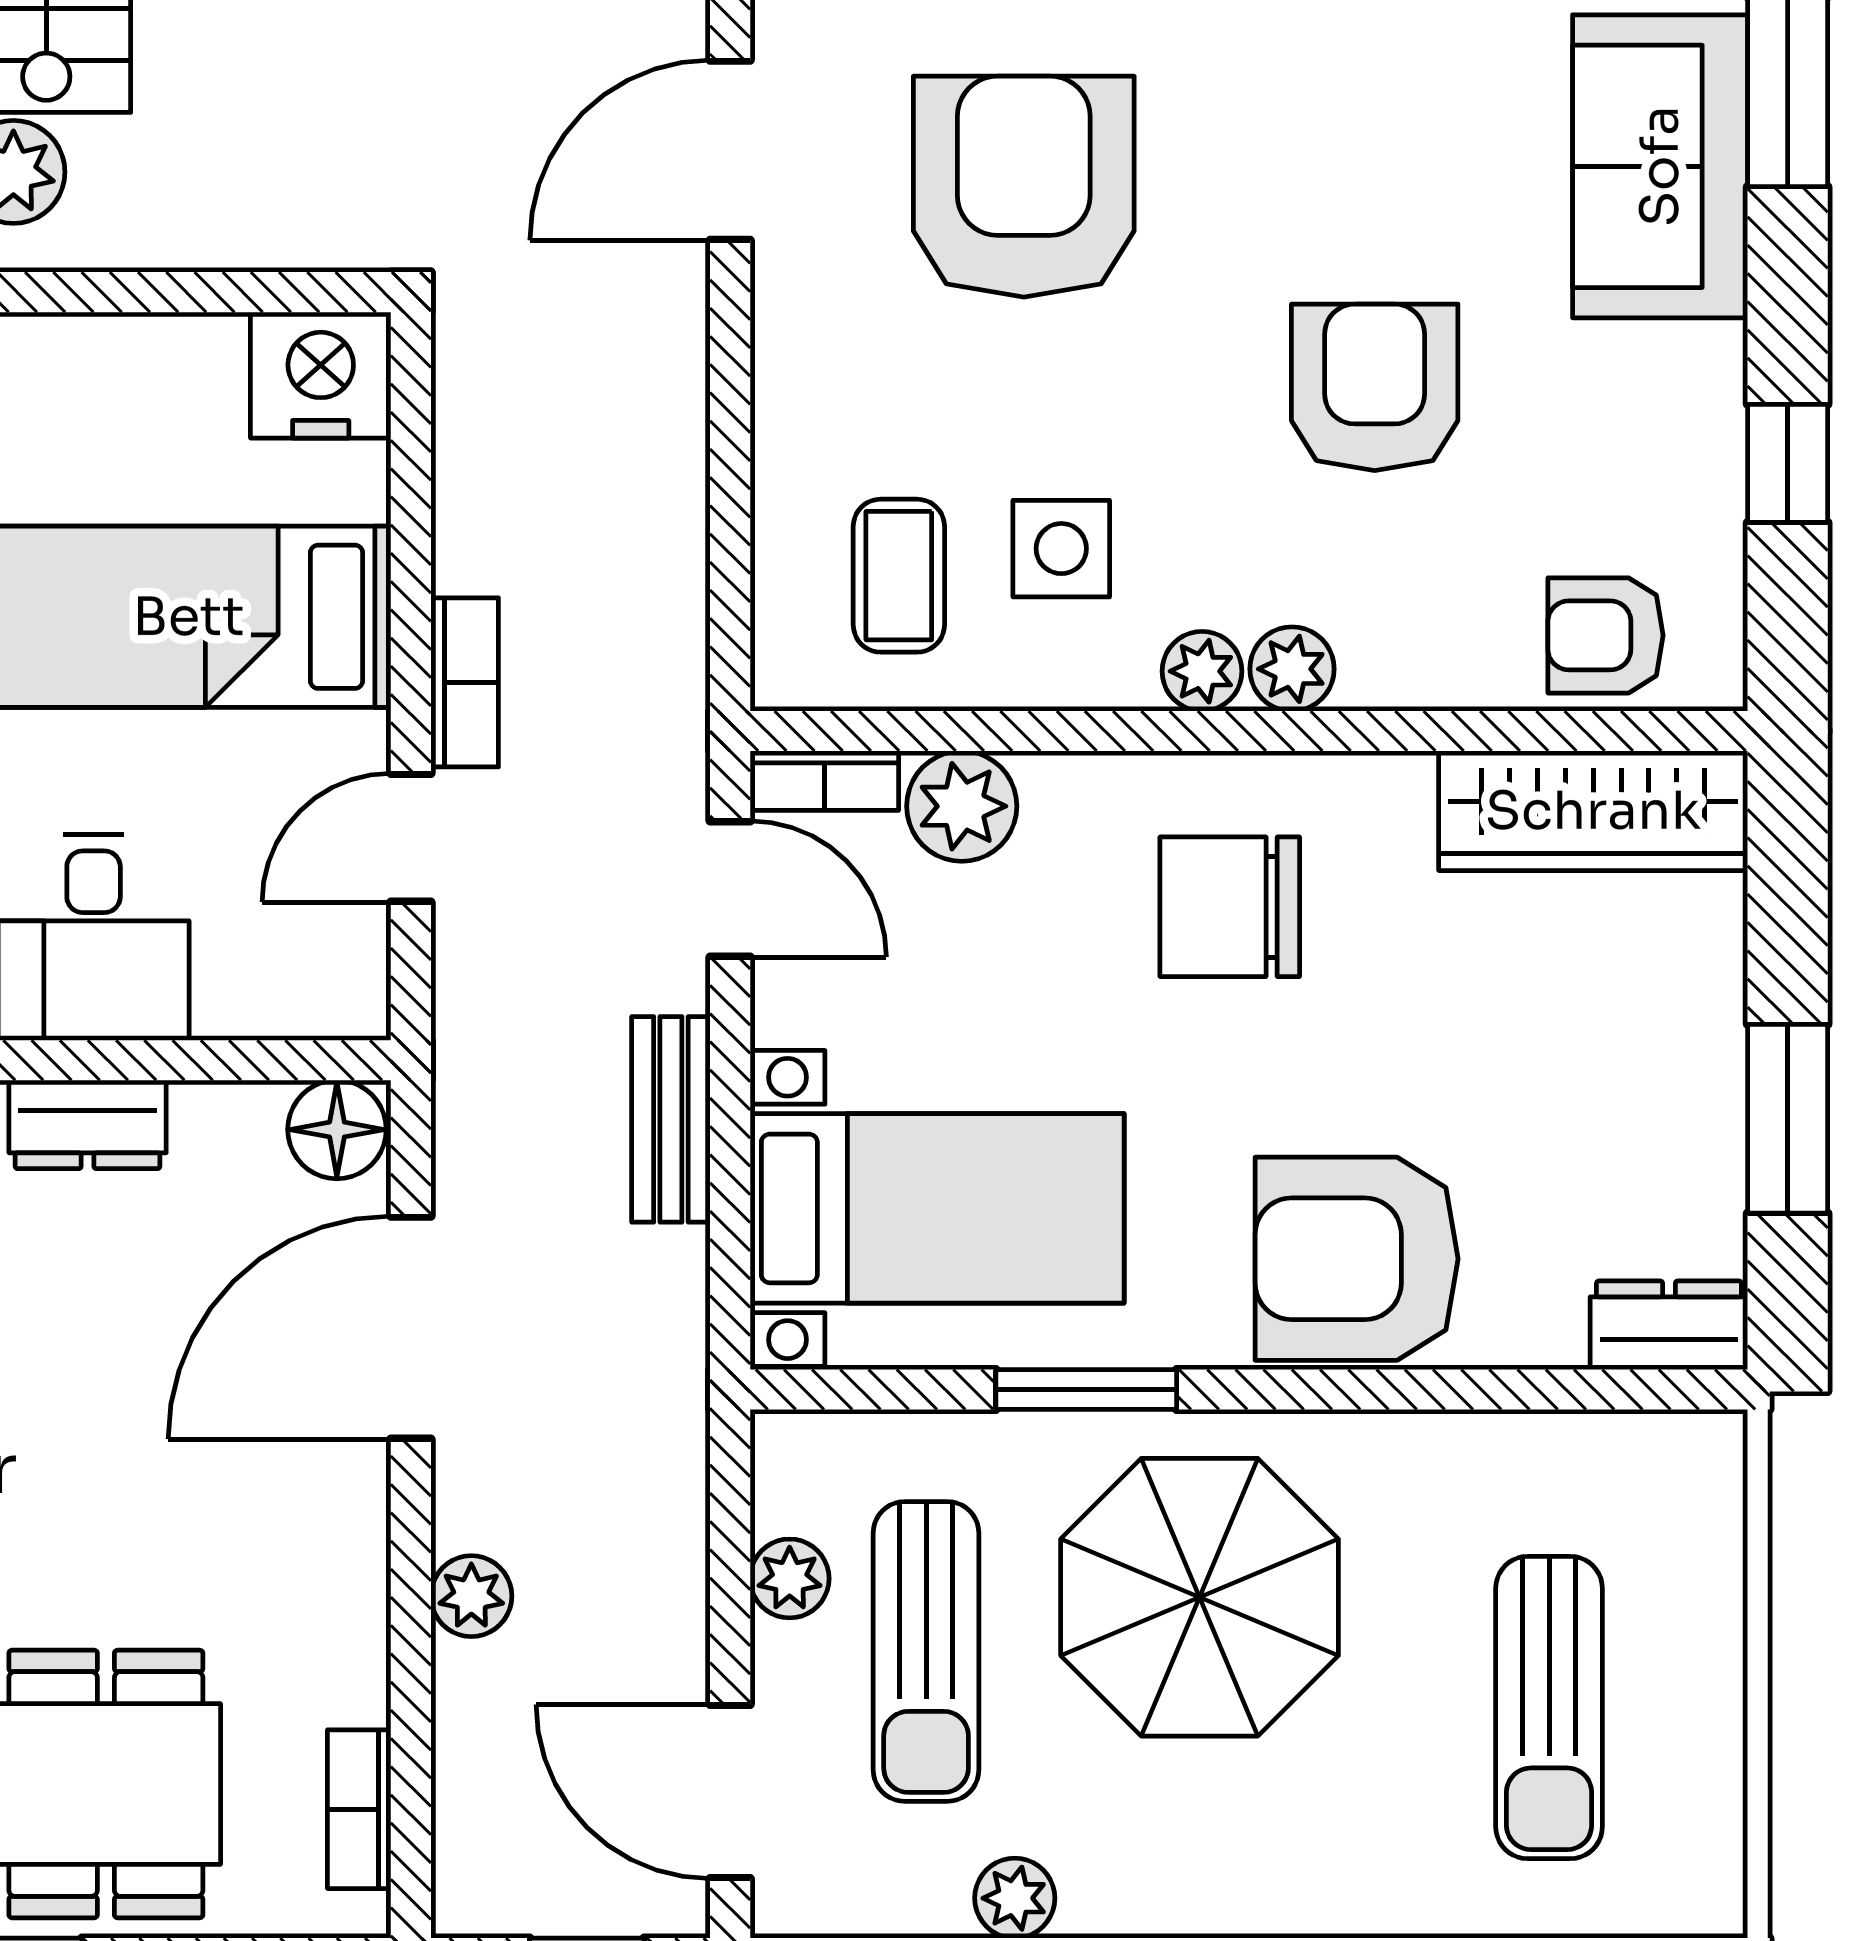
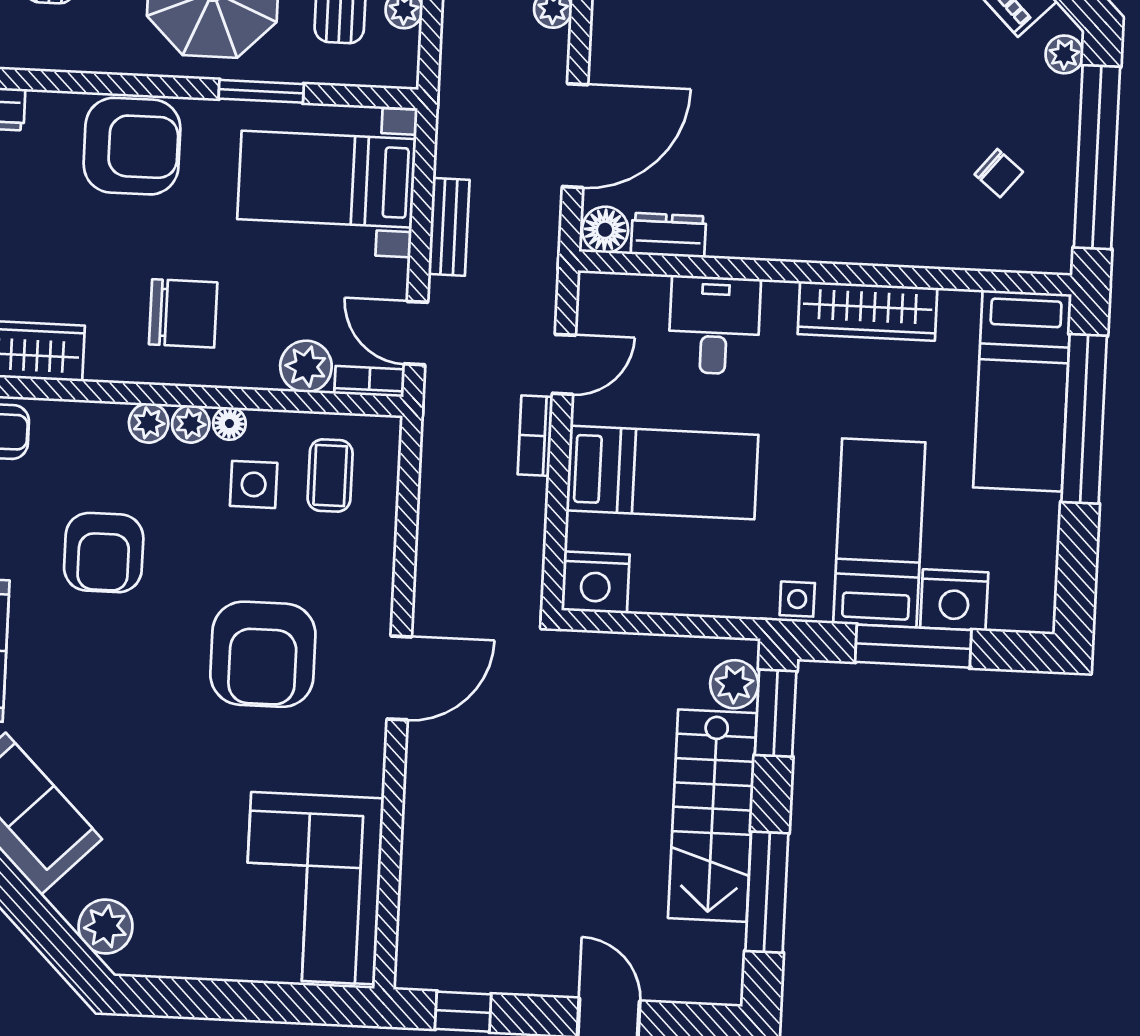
floor lamp: (1119, 676) -> (229, 424), added
dresser: (88, 1124) -> (668, 235), moved

